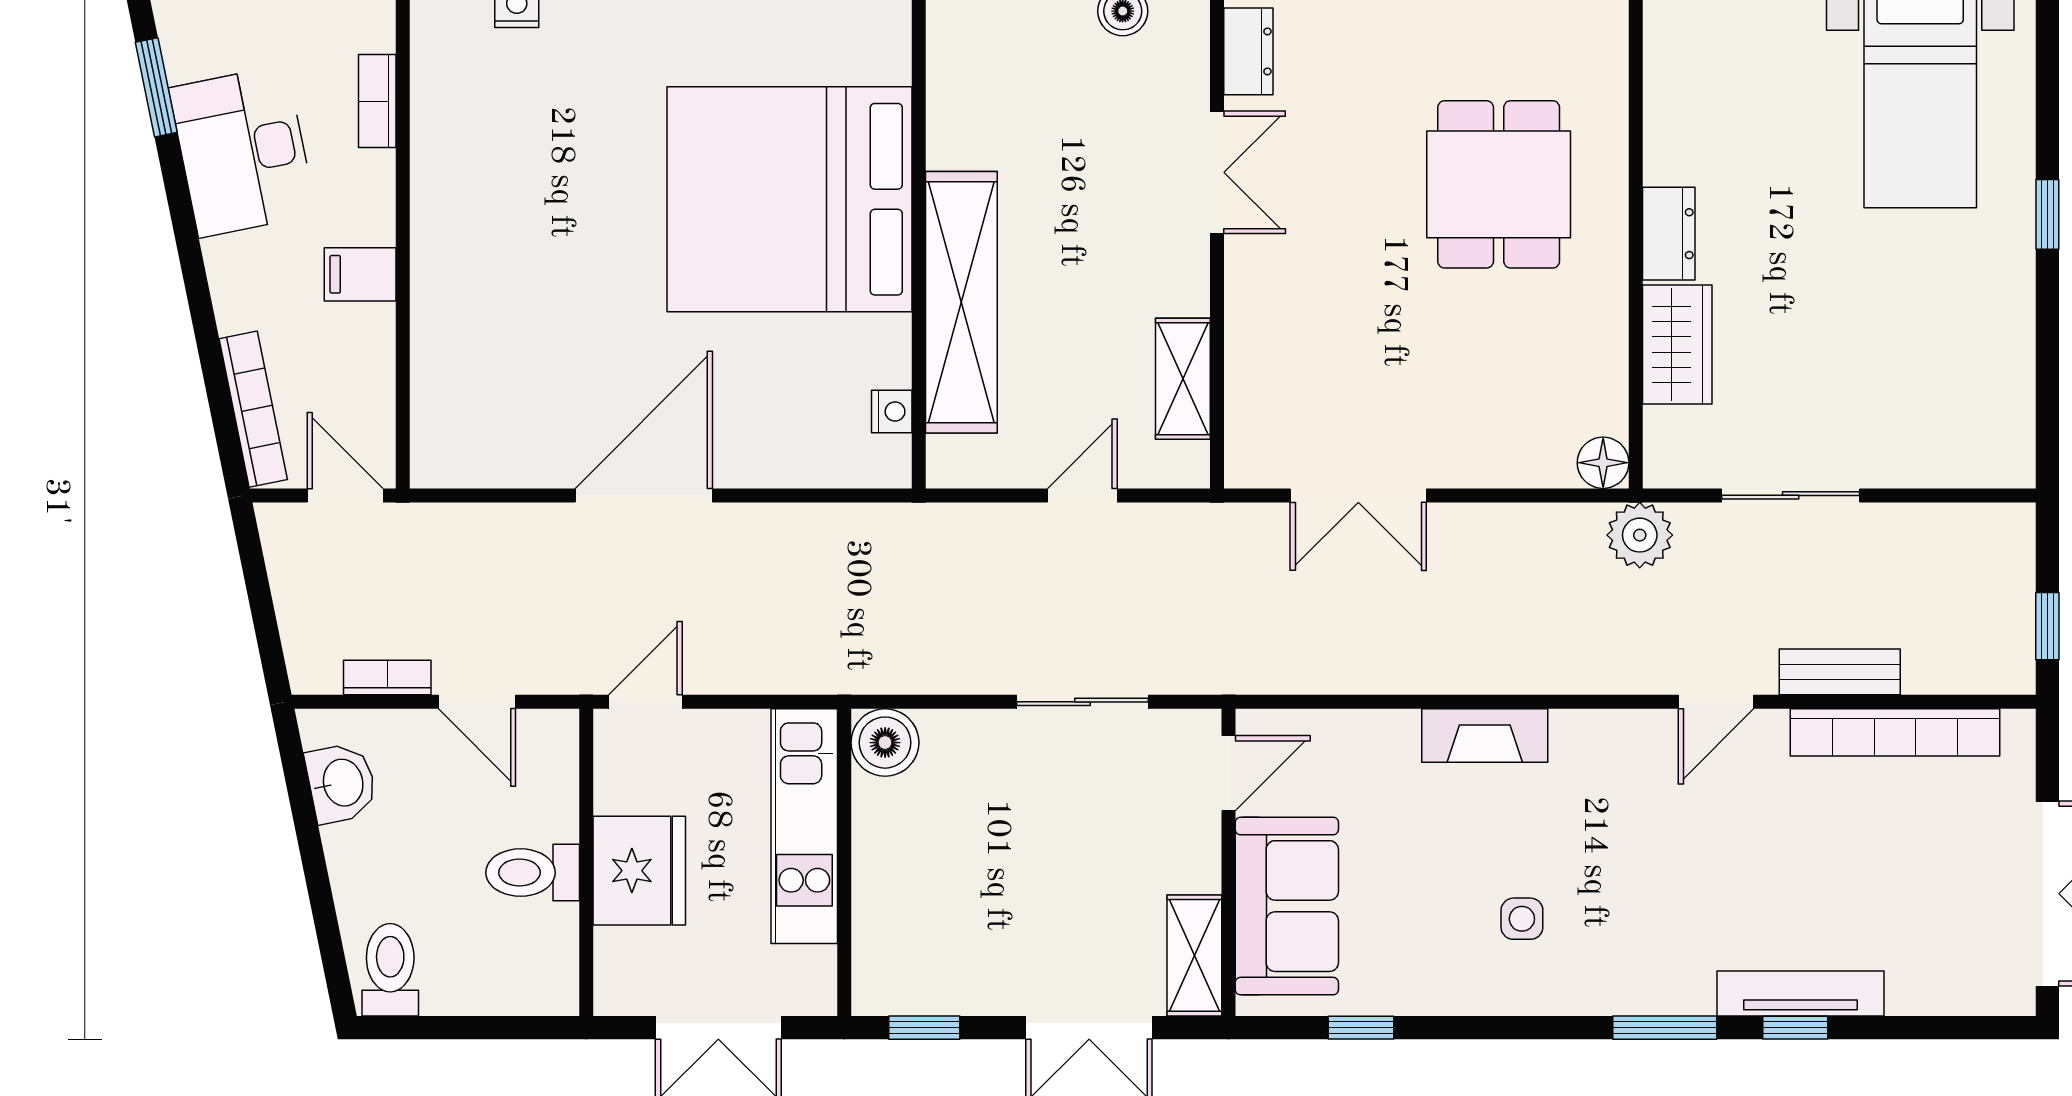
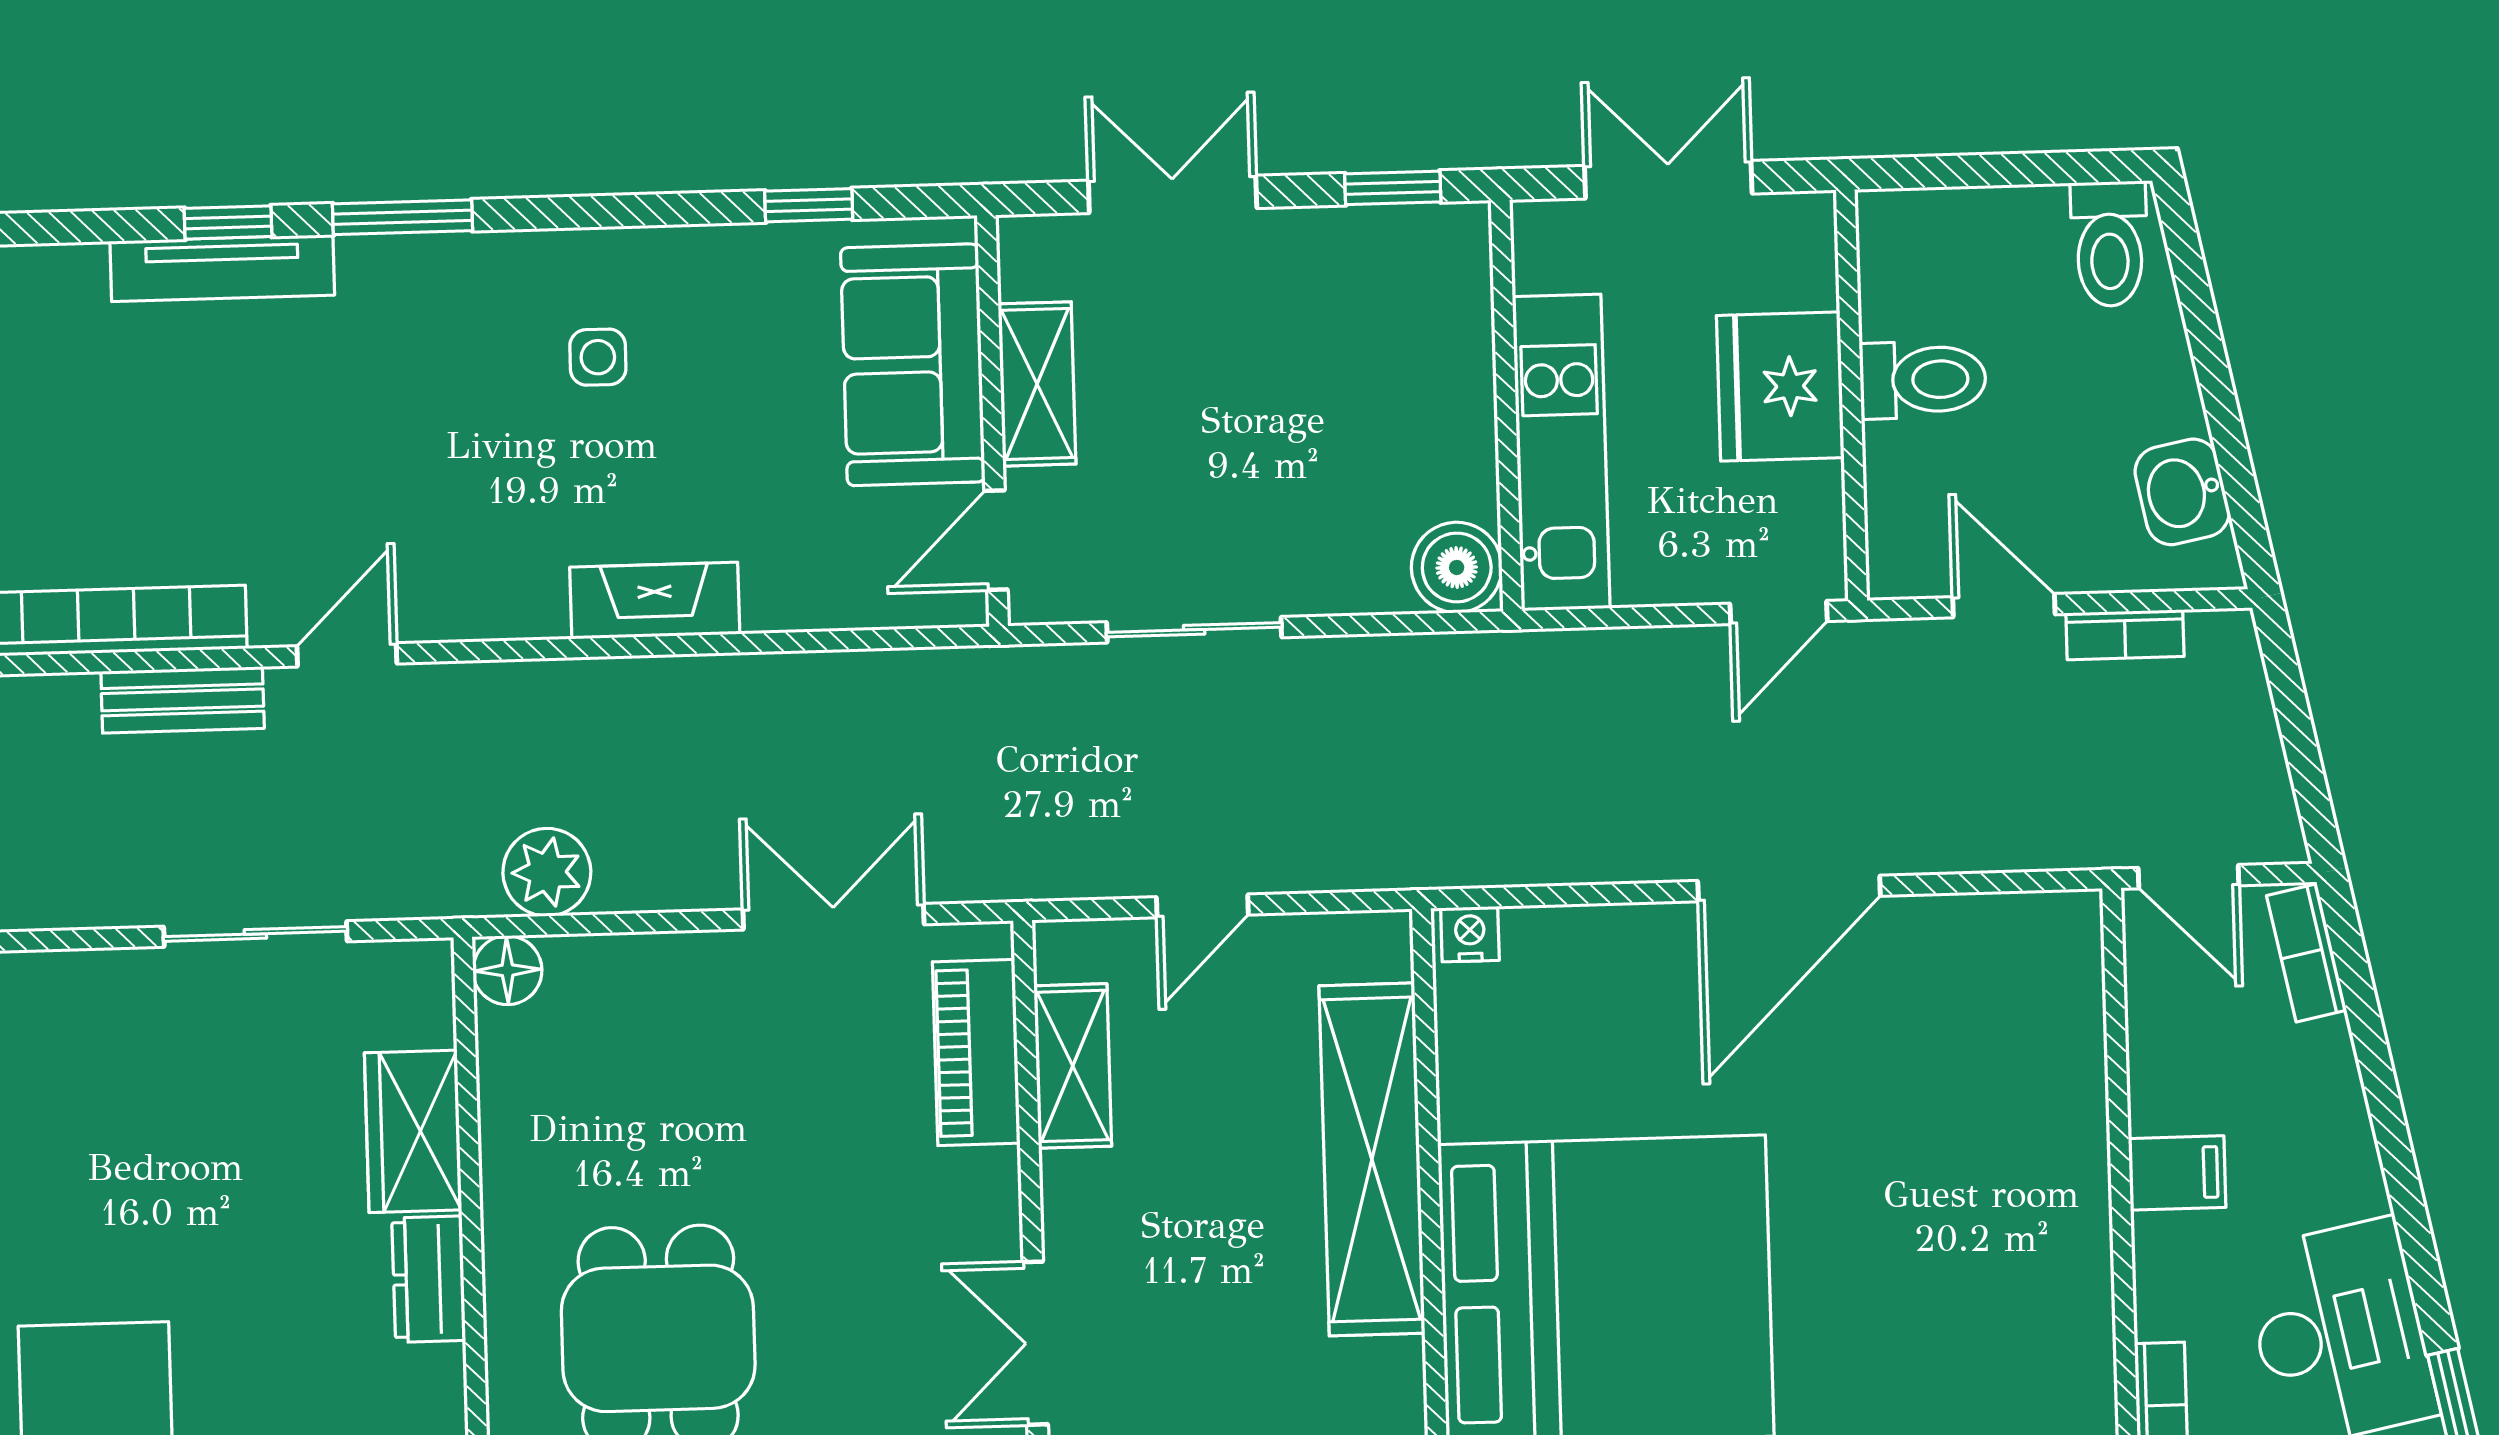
piano: (1255, 391) -> (976, 1053), added
bookcase: (253, 409) -> (2307, 953), width x0.64
nightstand: (892, 412) -> (1470, 934), moved, turned 90
plant: (1640, 535) -> (547, 872), moved
shelving: (1194, 955) -> (1037, 384), moved

